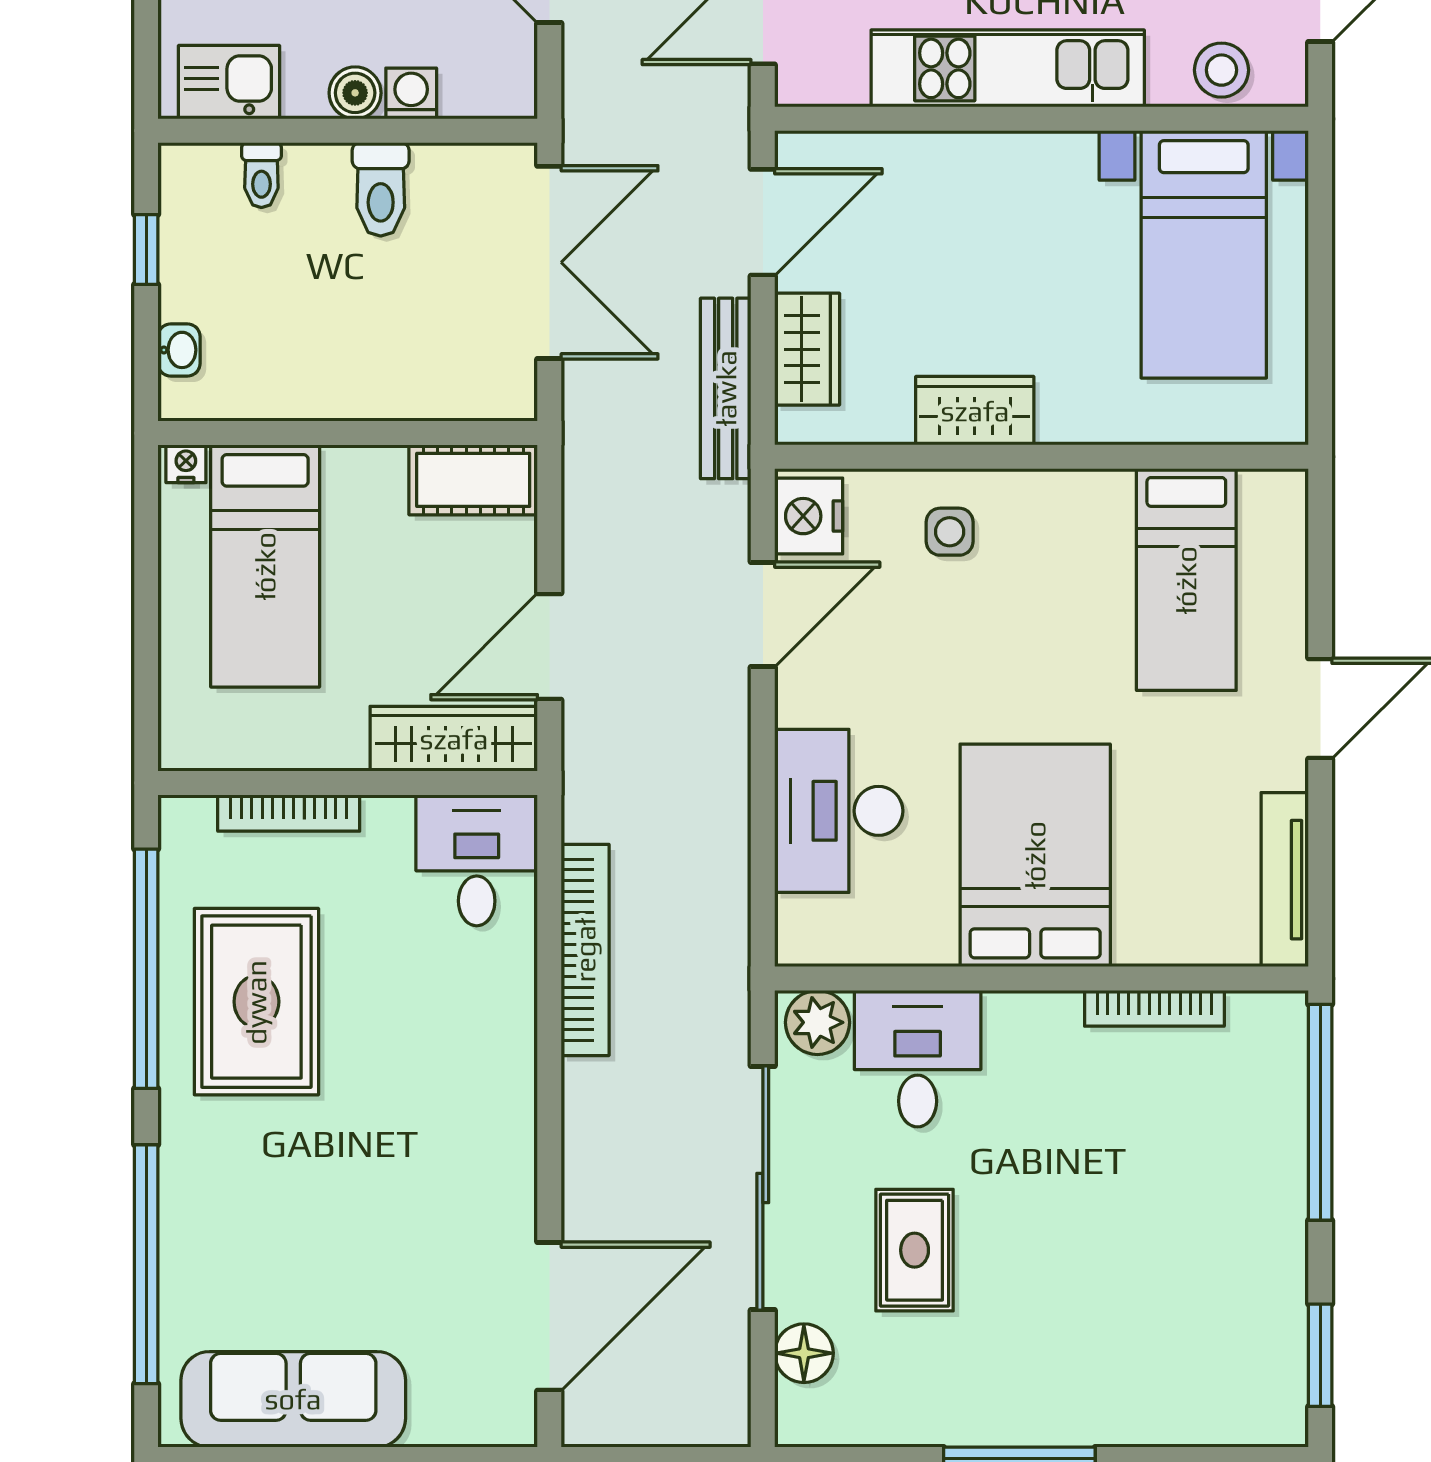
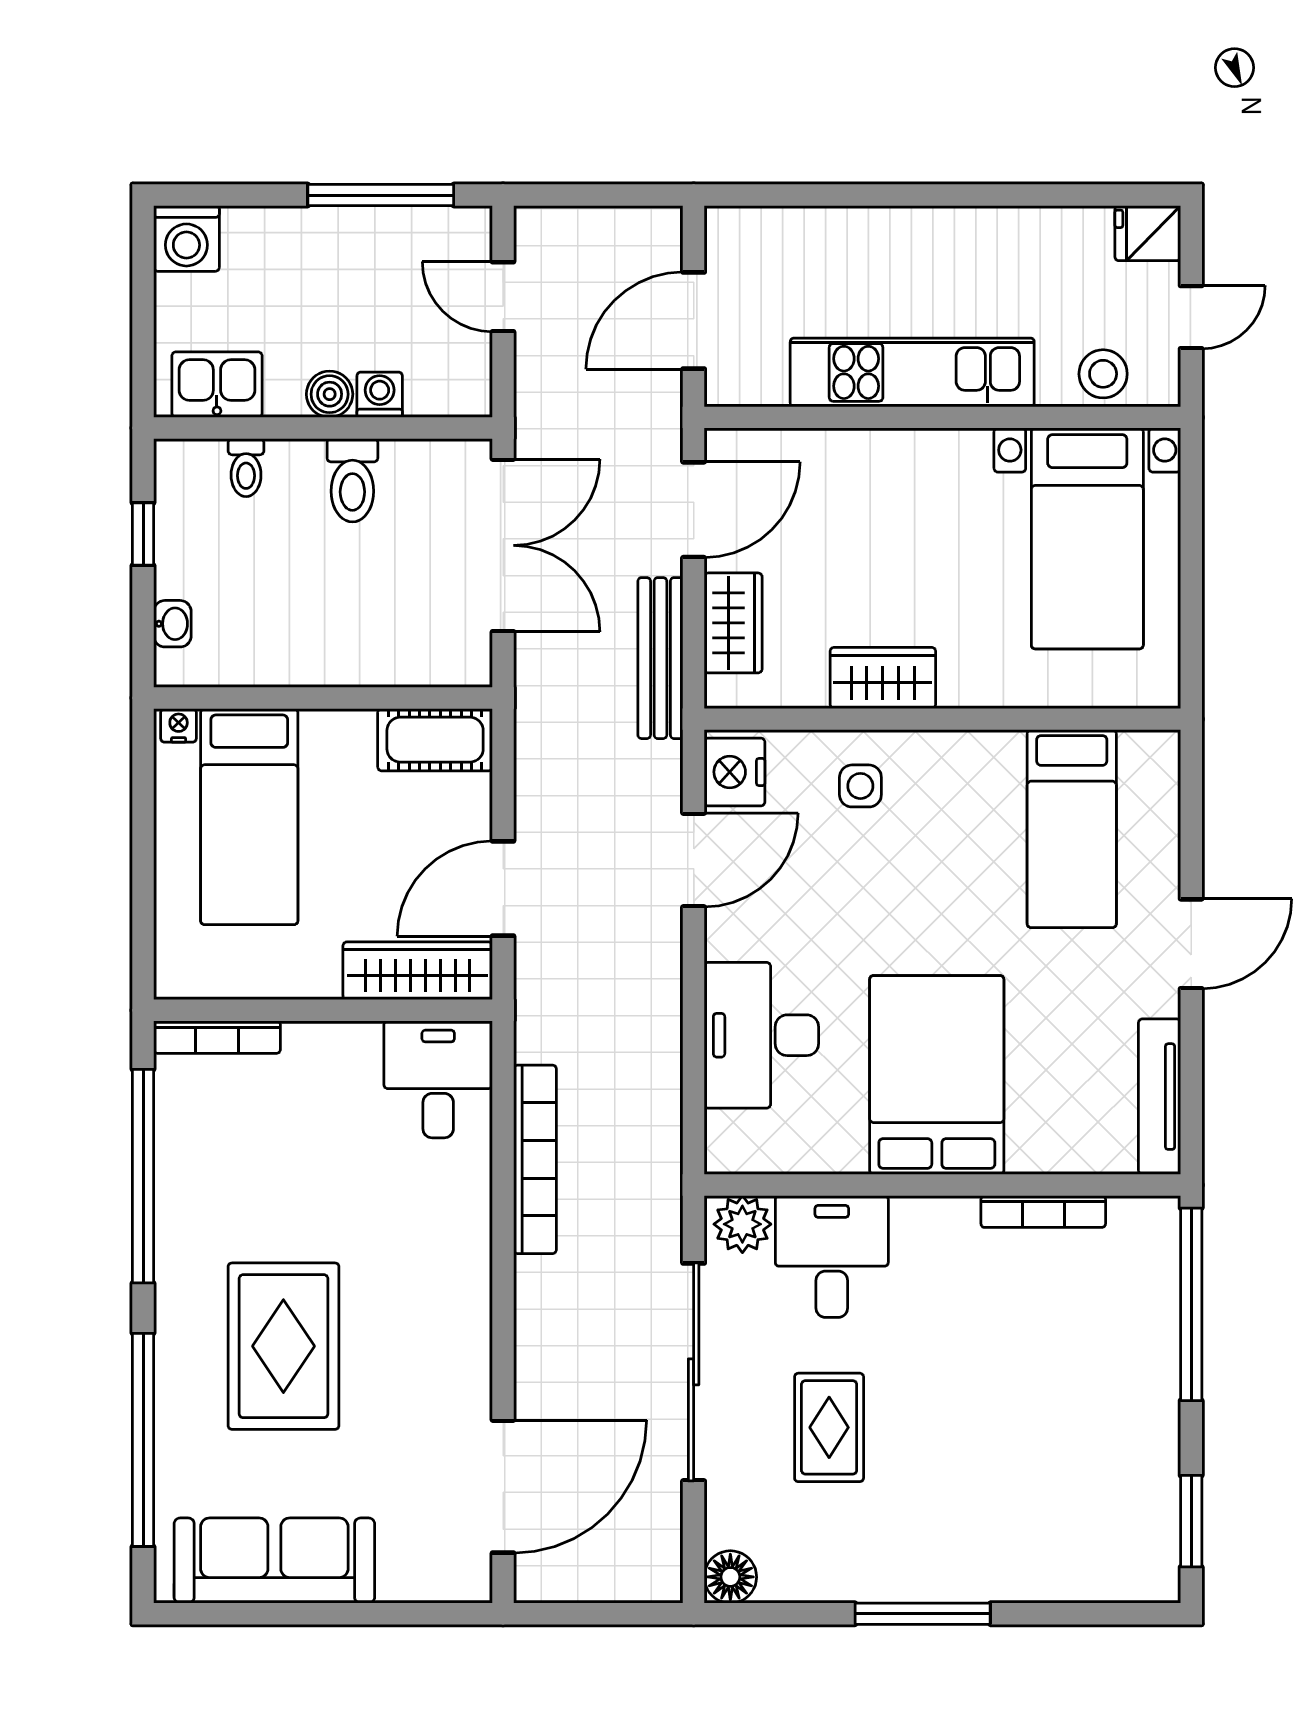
bookcase: (289, 813) -> (217, 1037), moved
rug: (256, 1002) -> (283, 1346), moved
floor lamp: (804, 1353) -> (730, 1577), moved

